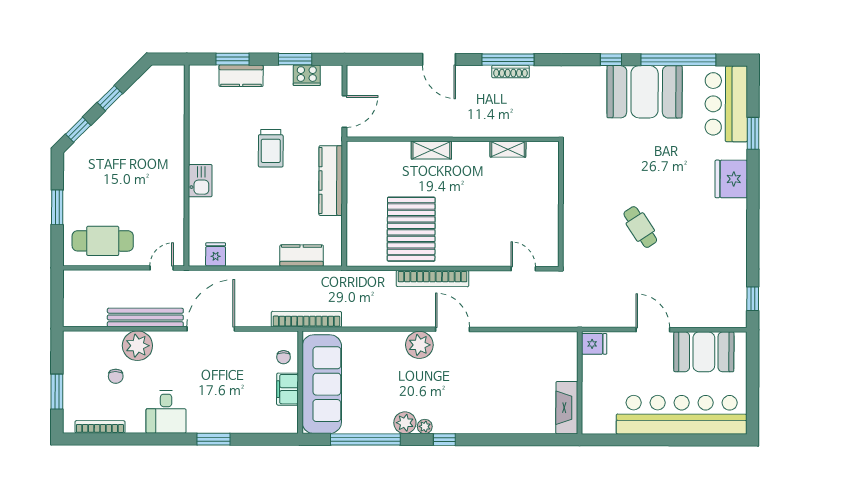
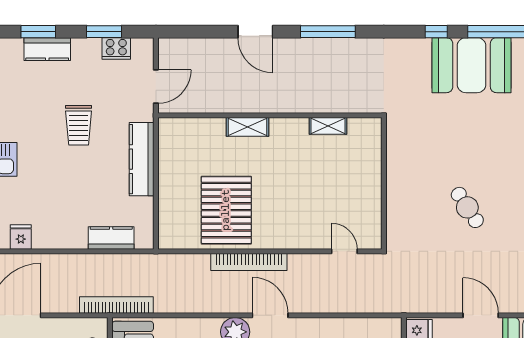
shoe rack: (510, 72) -> (331, 44), removed

